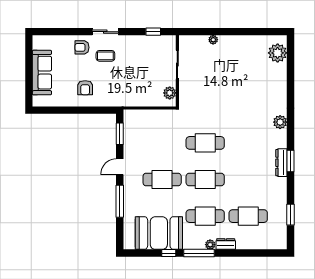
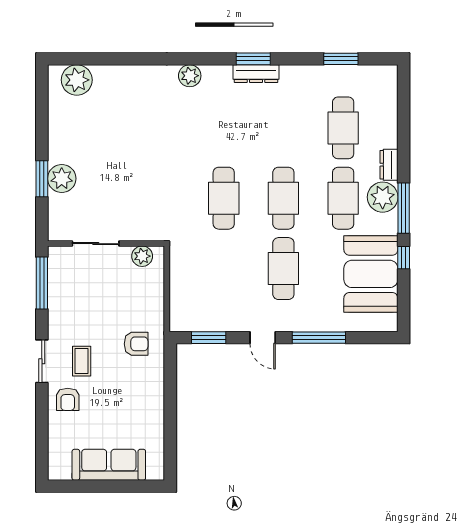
window: (153, 32) -> (42, 283), width x2.17
window: (217, 32) -> (42, 179), added
plant: (213, 40) -> (62, 179), width x1.88, depth x1.88
armchair: (85, 88) -> (136, 344), moved
plant: (210, 245) -> (383, 197), width x1.88, depth x1.88

